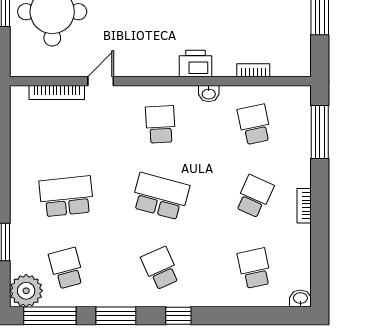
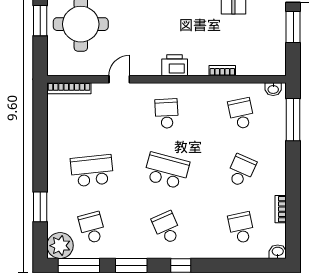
printer: (195, 64) -> (175, 65), moved
bookcase: (253, 70) -> (222, 71), moved
bookcase: (57, 92) -> (69, 88), moved
washbasin: (209, 94) -> (273, 89), moved
bookcase: (304, 206) -> (281, 209), moved

